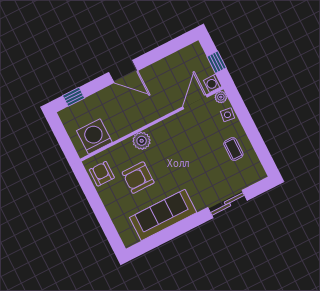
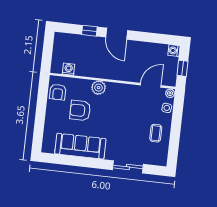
washing machine: (213, 83) -> (174, 51), moved
window: (74, 97) -> (89, 31), moved
washing machine: (94, 137) -> (69, 69), width x0.53, depth x0.53
armchair: (102, 174) -> (58, 92), turned 180

